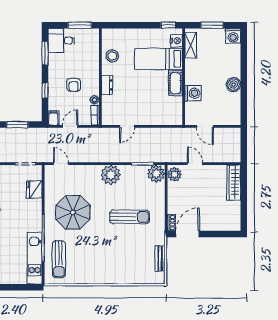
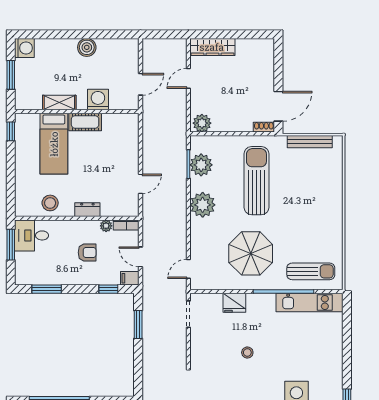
desk: (61, 41) -> (32, 235), moved, turned 90
nightstand: (176, 41) -> (31, 121), removed
shelving: (191, 45) -> (59, 102), moved
window: (45, 90) -> (108, 289), moved
door: (127, 126) -> (141, 184), hinge flipped
door: (195, 164) -> (188, 78), moved
plant: (156, 174) -> (201, 165), moved
fridge: (34, 189) -> (234, 303), moved
sun lounger: (130, 217) -> (256, 181), width x1.36, depth x1.34
door: (188, 234) -> (278, 106), swing flipped
bench: (160, 258) -> (310, 142), width x1.36

